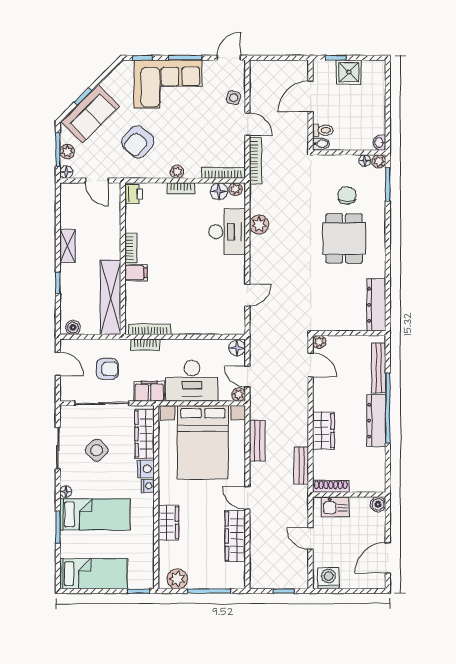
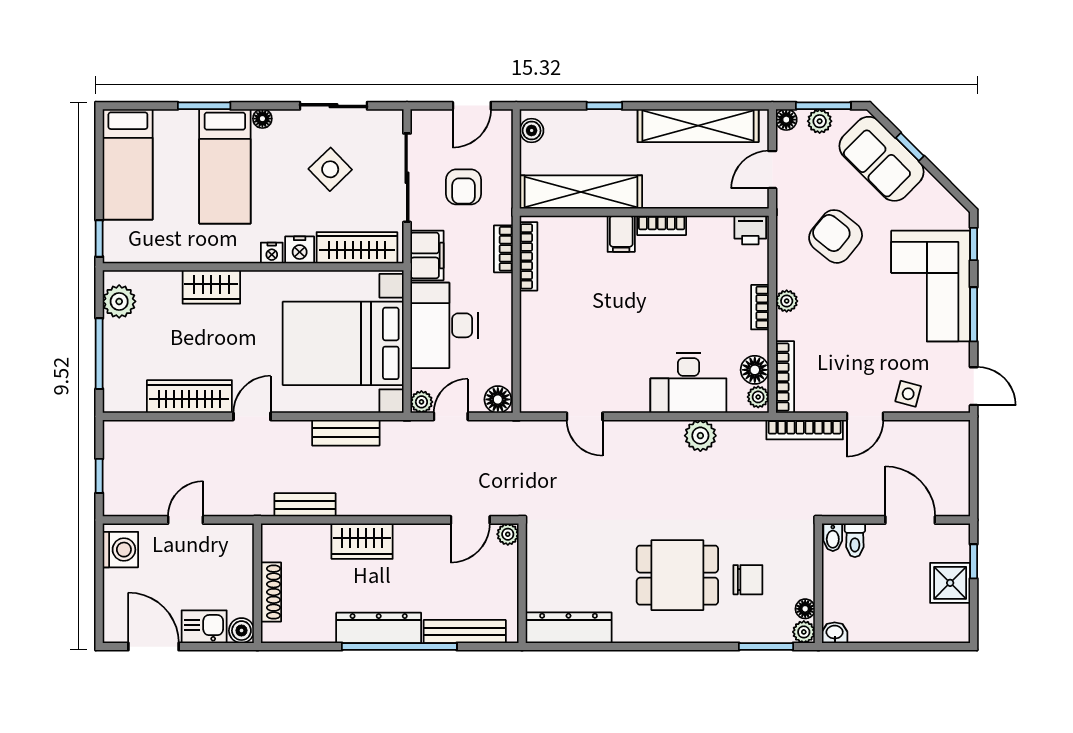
shelving: (68, 246) -> (698, 126), width x2.20, depth x1.33
shoe rack: (331, 486) -> (271, 592), moved
kitchen sink: (335, 507) -> (204, 627), moved, turned 90

